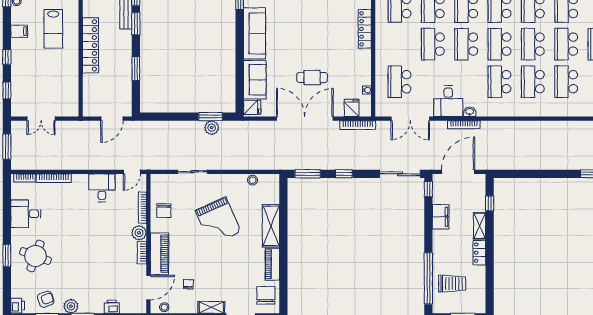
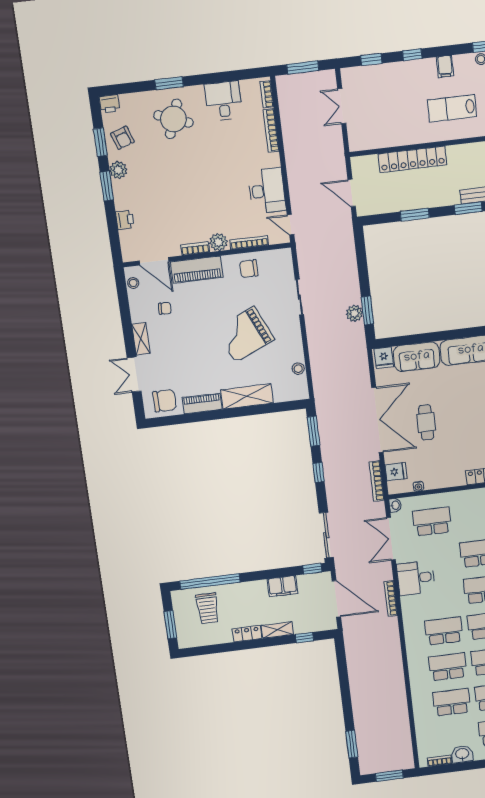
locker: (90, 45) -> (413, 159), moved
washbasin: (470, 112) -> (395, 505), moved
desk: (102, 188) -> (267, 191), width x1.37

